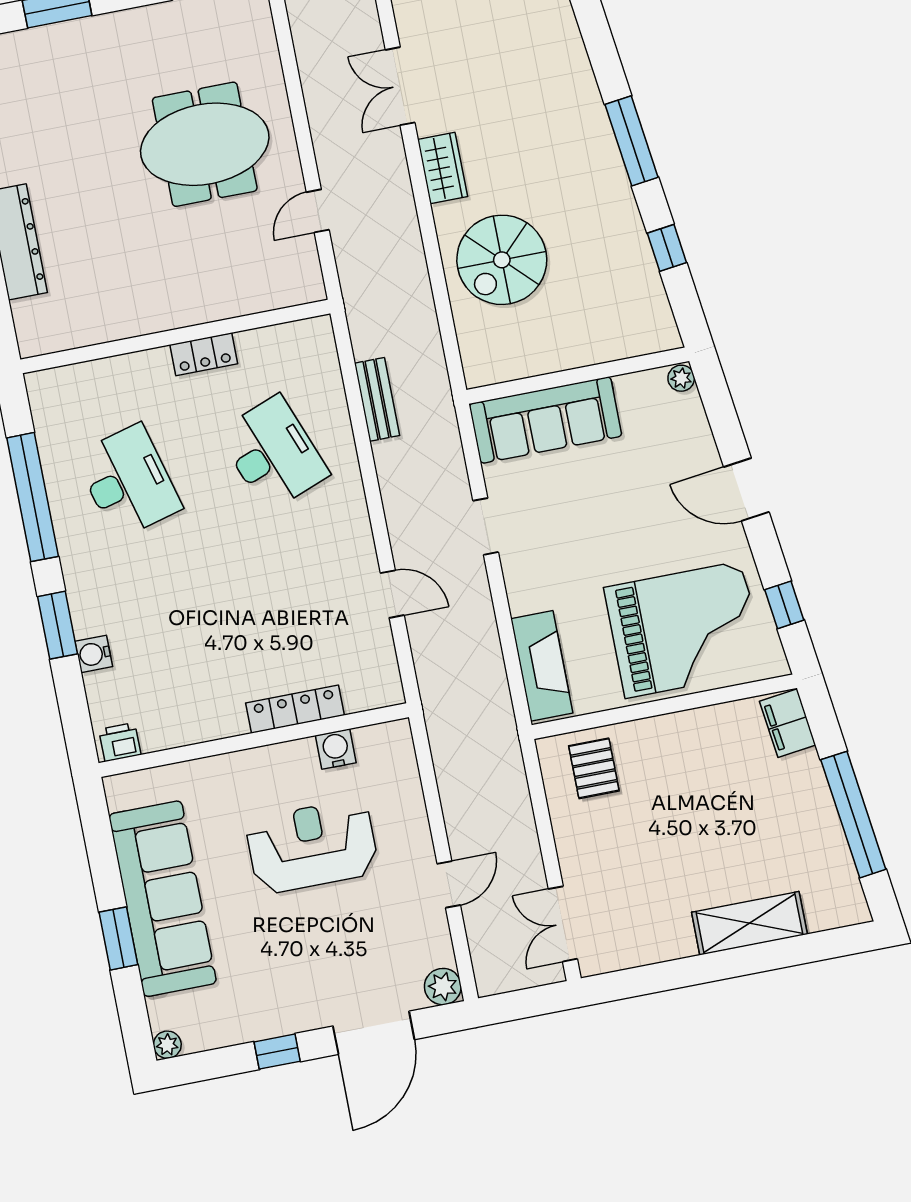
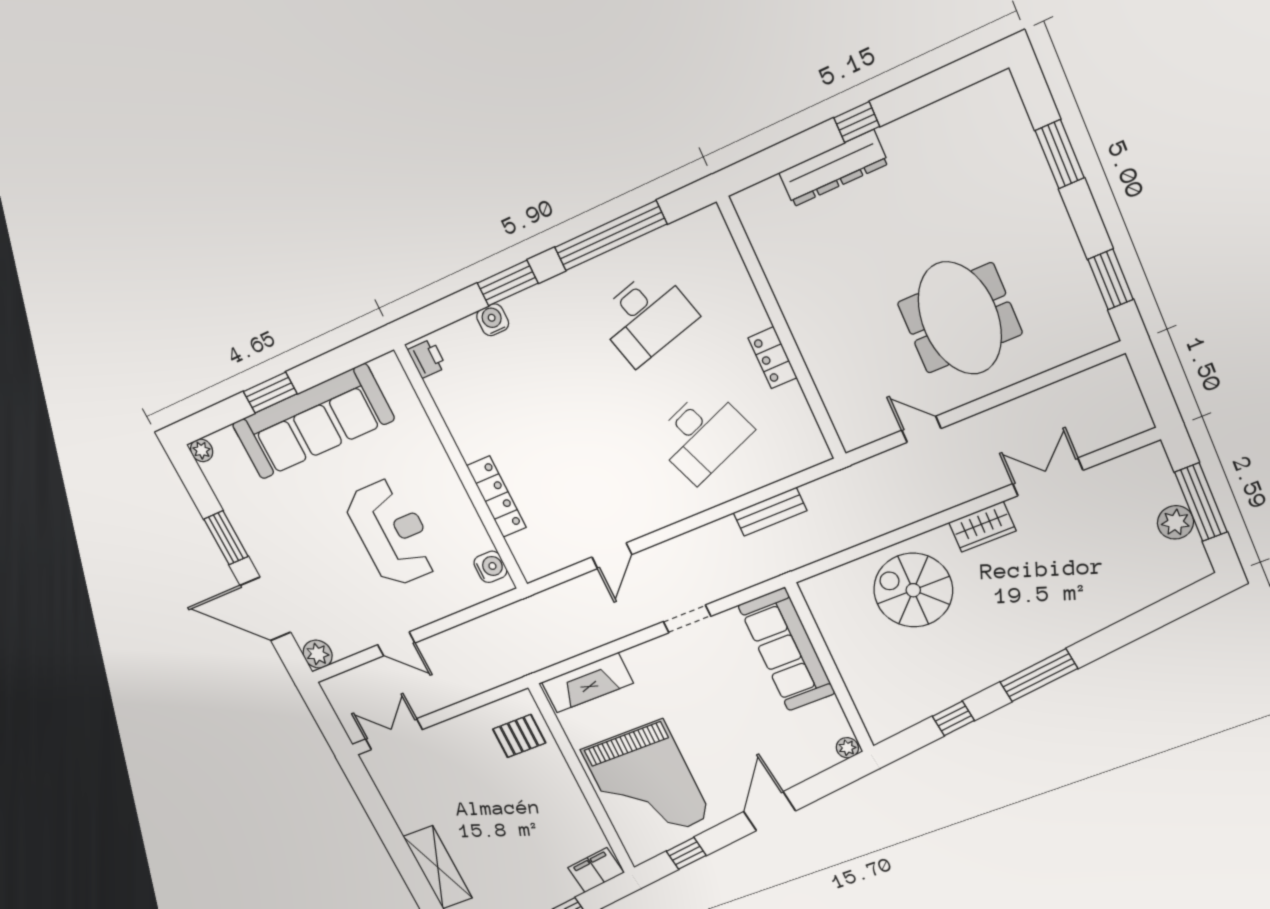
water cooler: (336, 749) -> (490, 567), moved
window: (277, 1052) -> (226, 538), width x1.50

